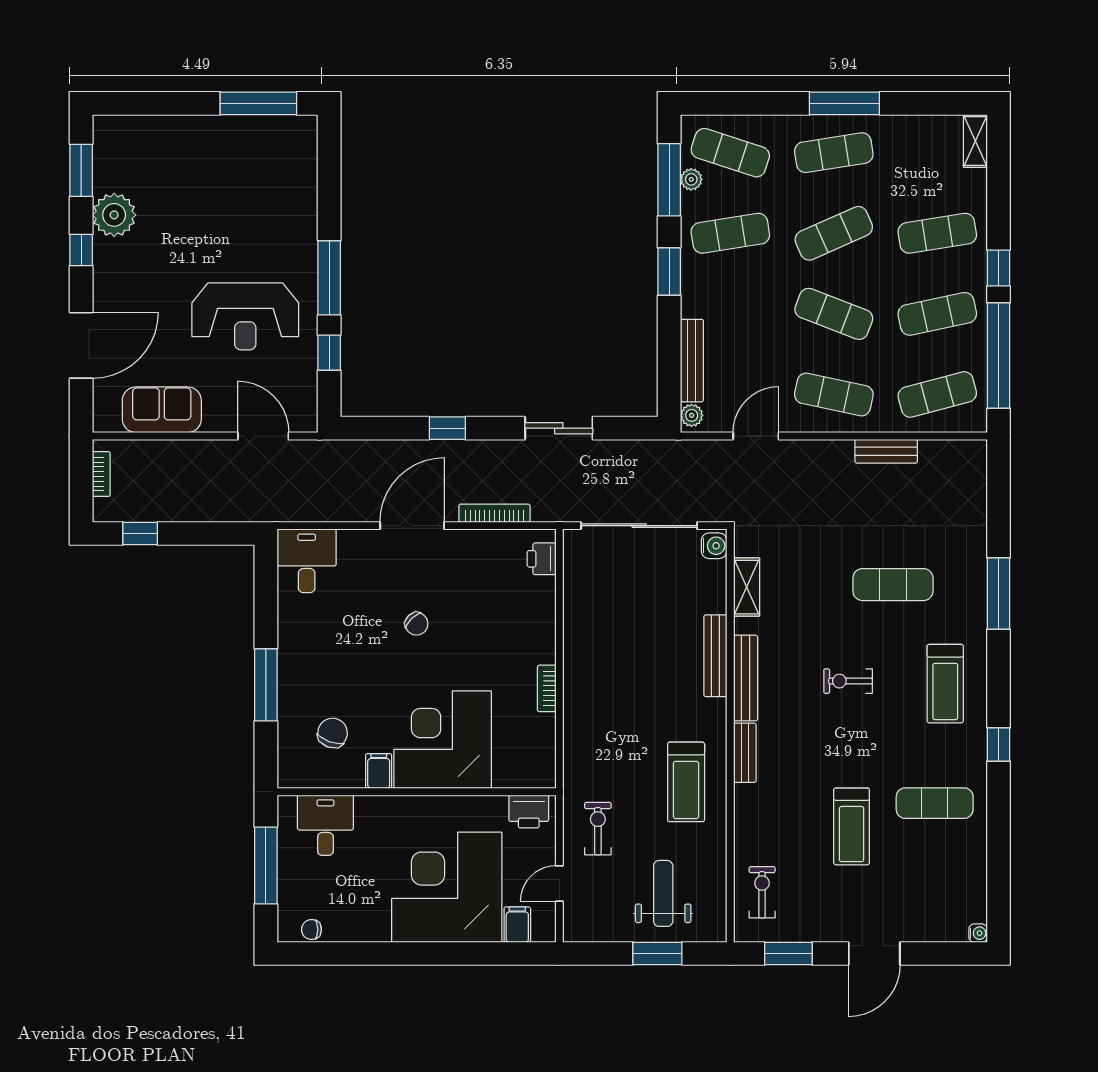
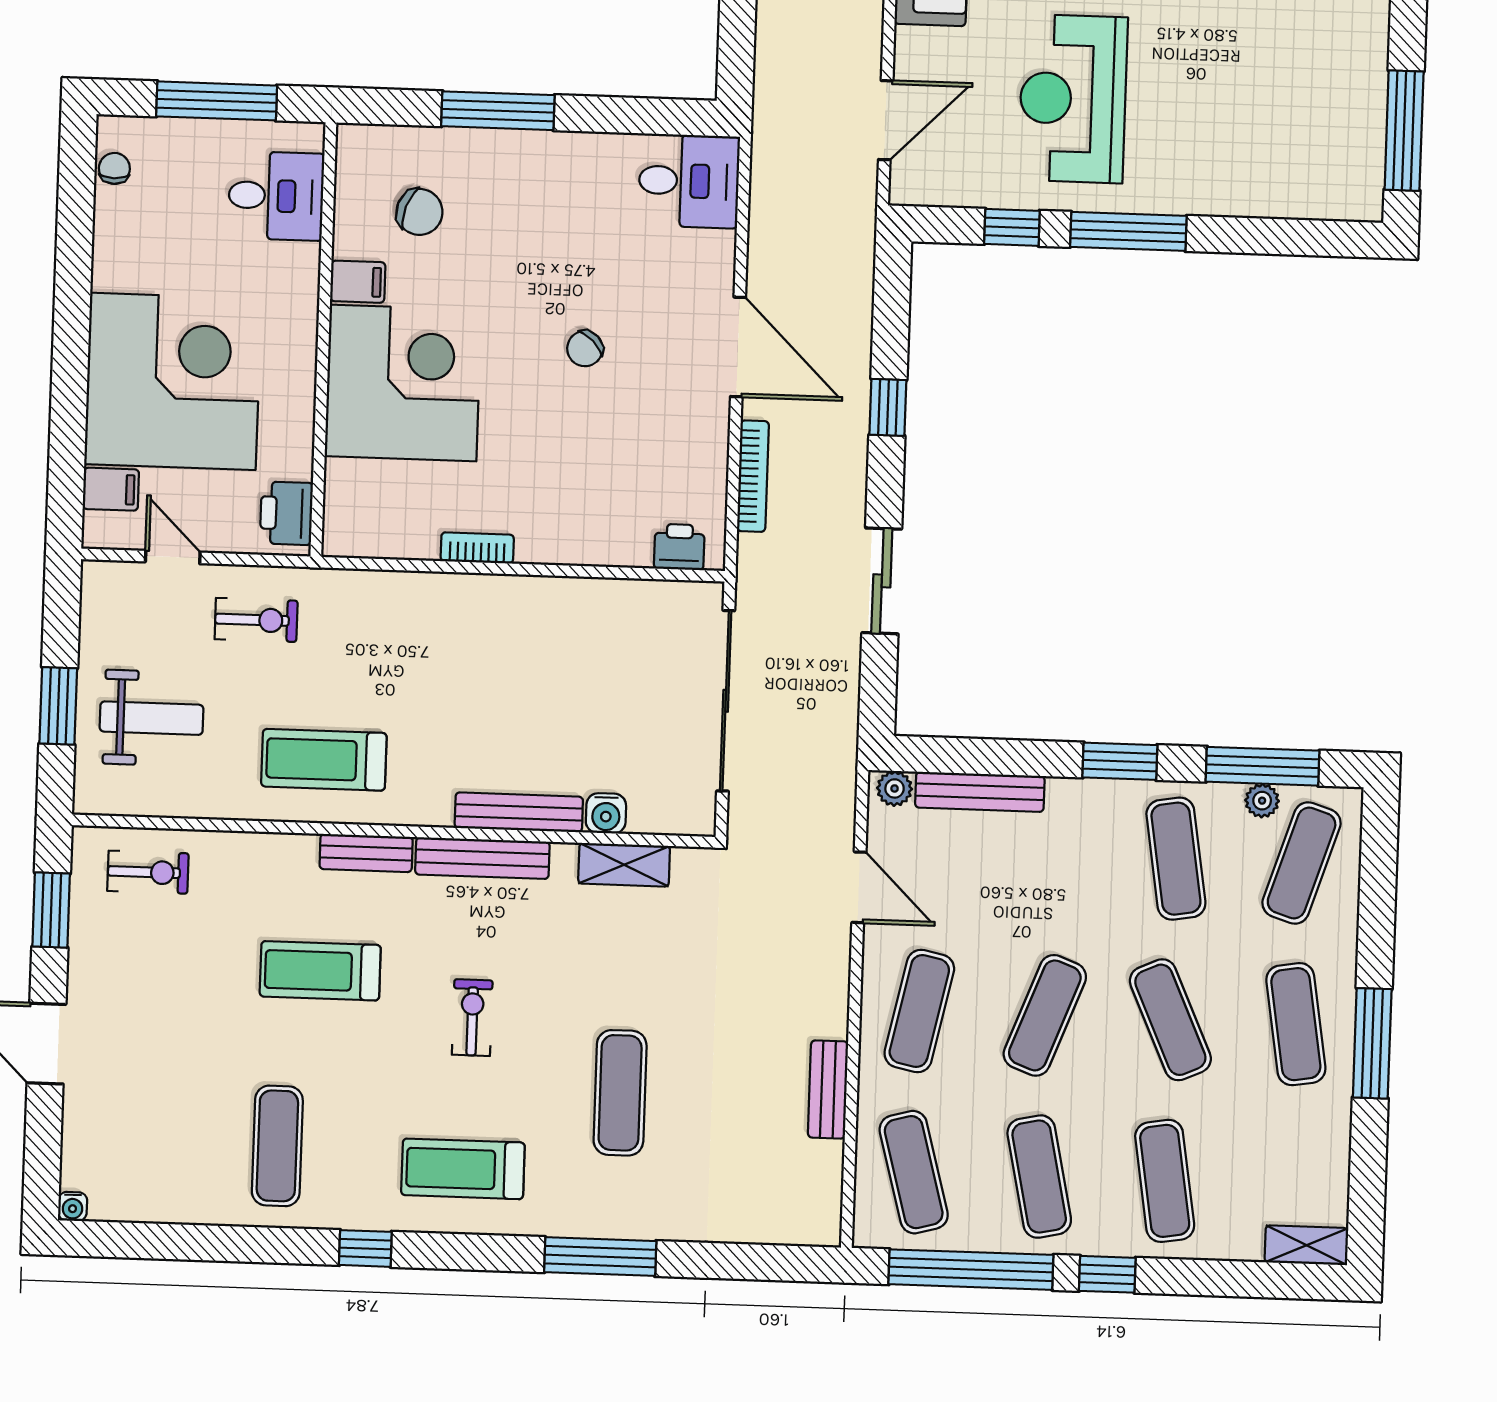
water cooler: (714, 546) -> (606, 813), moved
treadmill: (852, 826) -> (320, 971), moved

